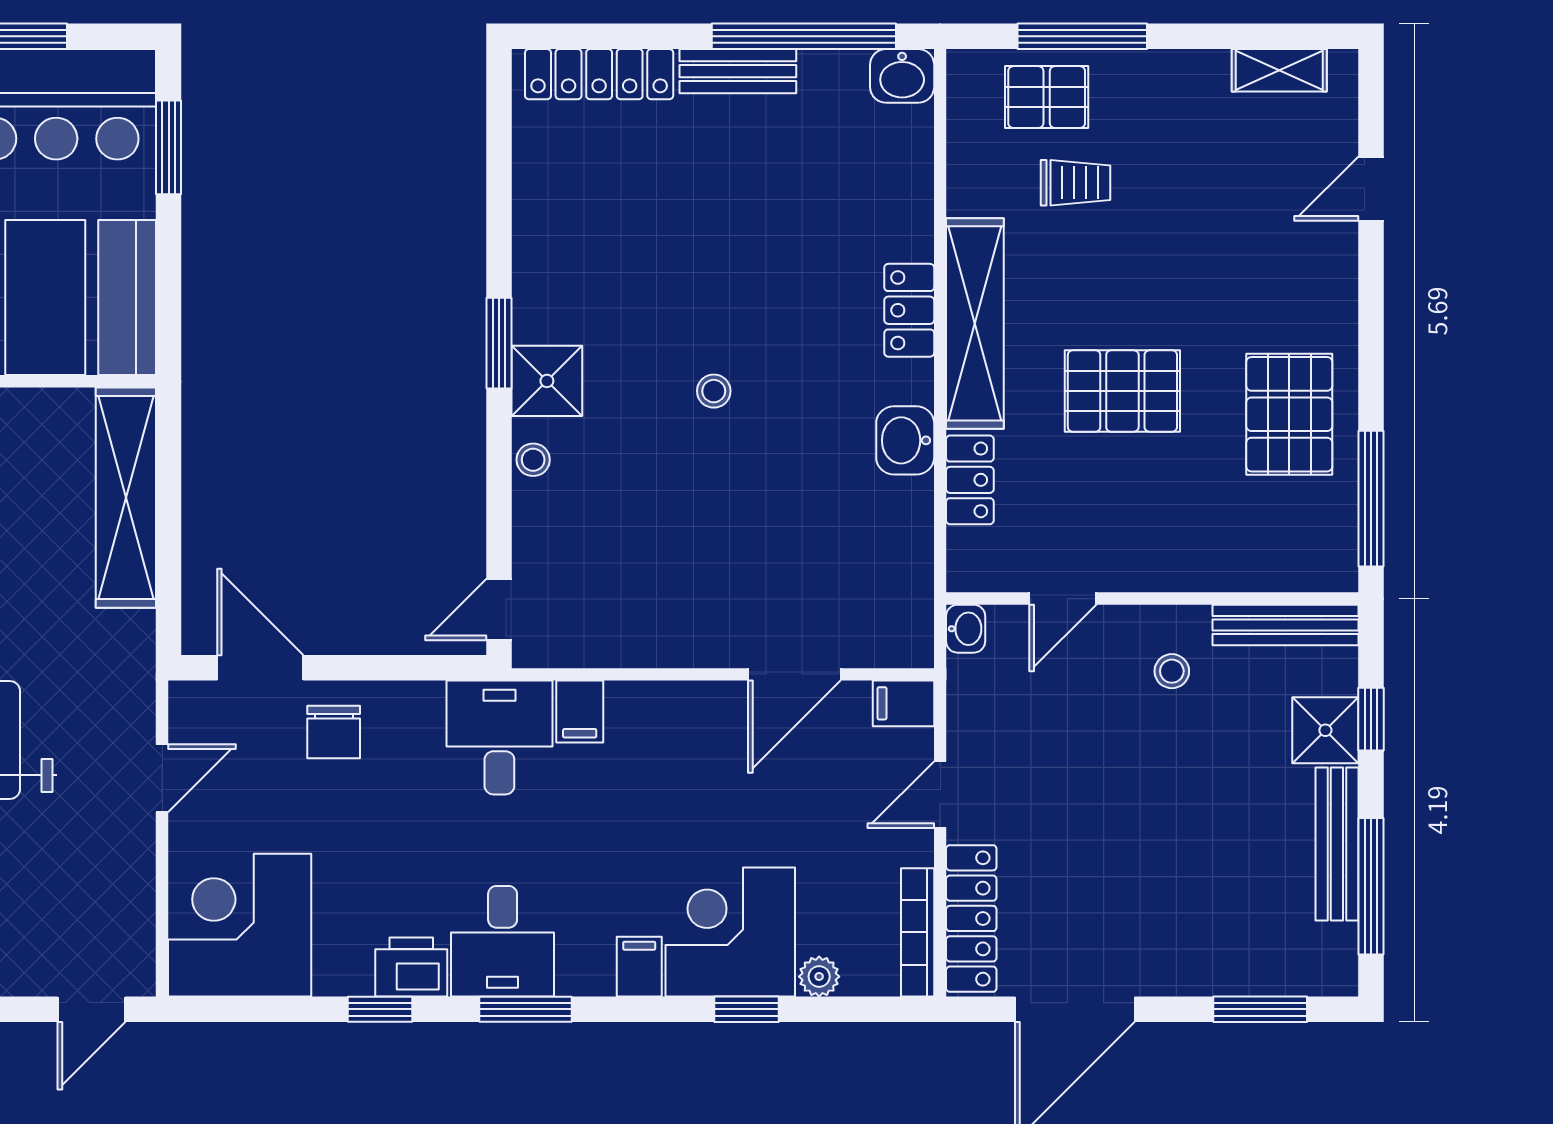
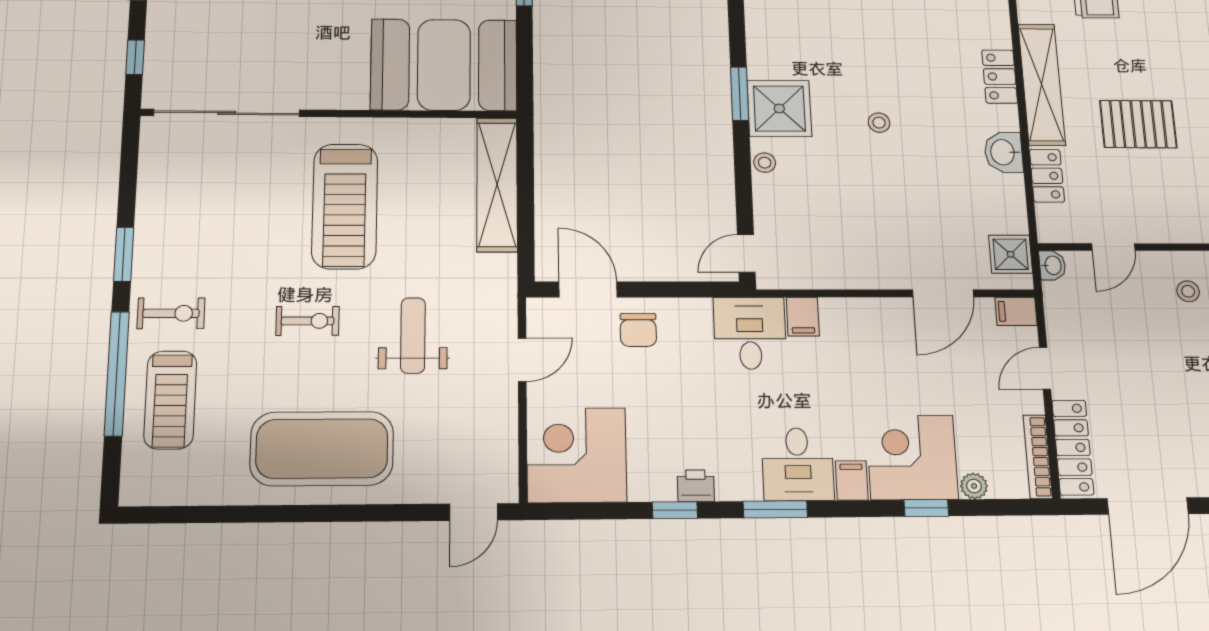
shower: (547, 381) -> (779, 109), width x1.36, depth x1.36
shower: (903, 611) -> (1011, 254), added
desk: (503, 941) -> (798, 464), moved
printer: (411, 967) -> (696, 486), width x0.73, depth x0.81

